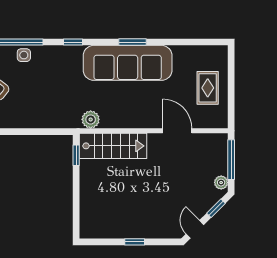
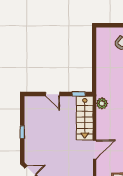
door: (177, 131) -> (95, 150), moved
door: (76, 195) -> (53, 94), added

